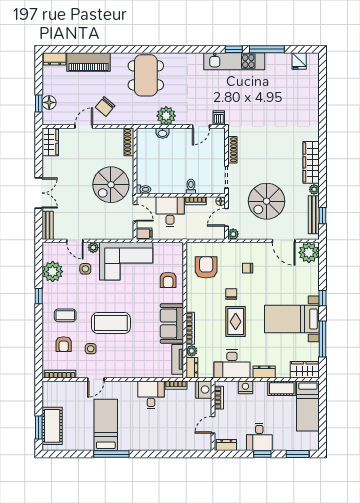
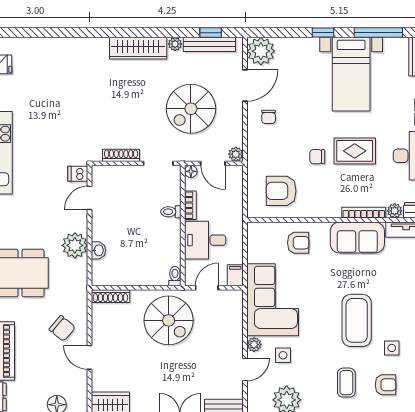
door: (201, 127) -> (90, 198), swing flipped
spiral stairs: (267, 201) -> (191, 109), turned 90
chair: (248, 268) -> (269, 117), moved

